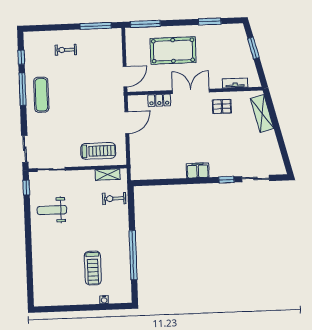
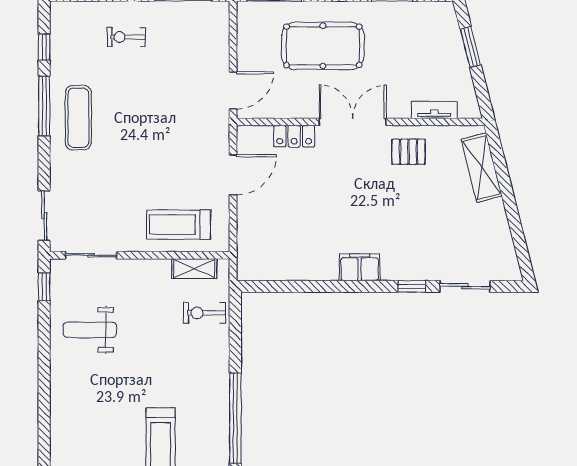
treadmill: (98, 151) -> (179, 225), turned 180

